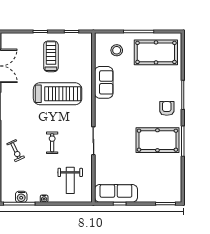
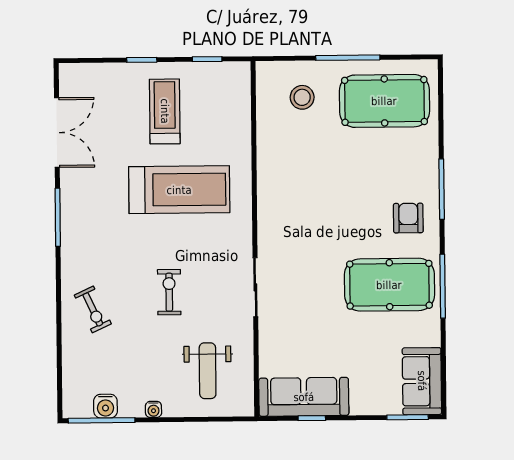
sofa: (104, 82) -> (422, 381), moved, turned 180

